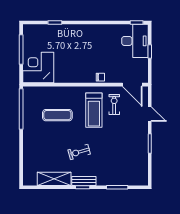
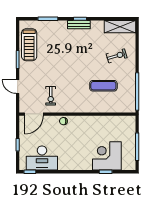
desk: (135, 41) -> (42, 158), moved, turned -90
corner desk: (38, 68) -> (107, 156), moved, turned 180
door: (132, 85) -> (34, 114), swing flipped
treadmill: (94, 110) -> (29, 45), moved, turned 180
exercise bike: (79, 152) -> (117, 56), moved
shelving: (54, 179) -> (120, 27), moved

